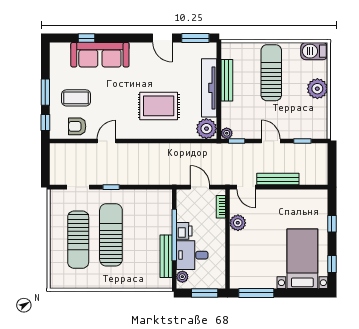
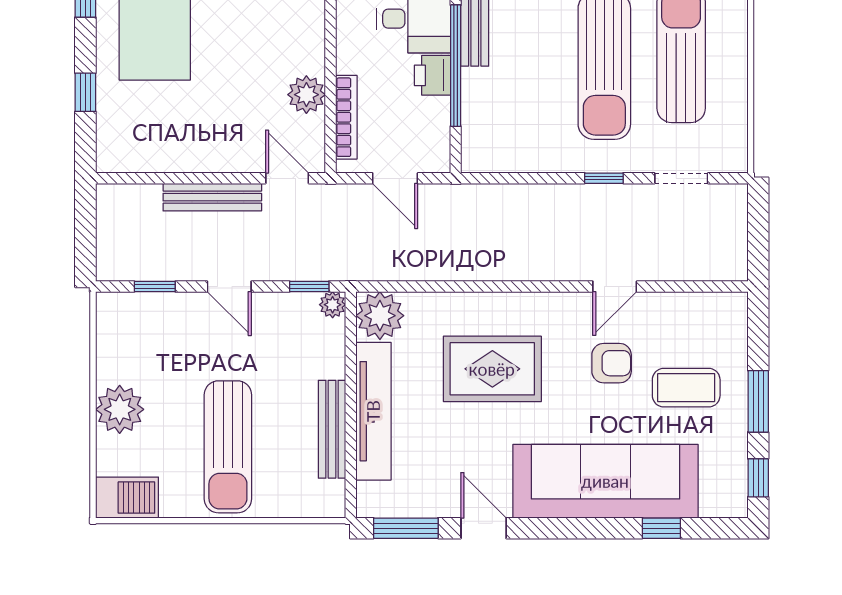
sofa: (100, 55) -> (605, 481), width x1.36, depth x1.27
window: (45, 123) -> (758, 478), moved
armchair: (77, 126) -> (612, 363), moved
bookcase: (221, 207) -> (346, 117), width x1.56

